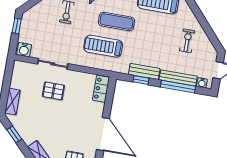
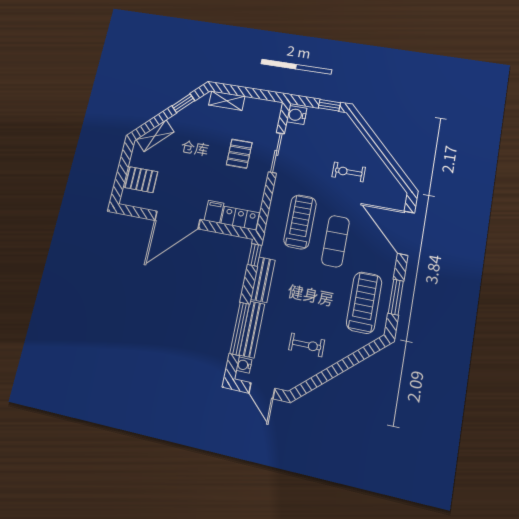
window: (141, 80) -> (255, 255), moved
filing cabinet: (97, 108) -> (214, 212), added

